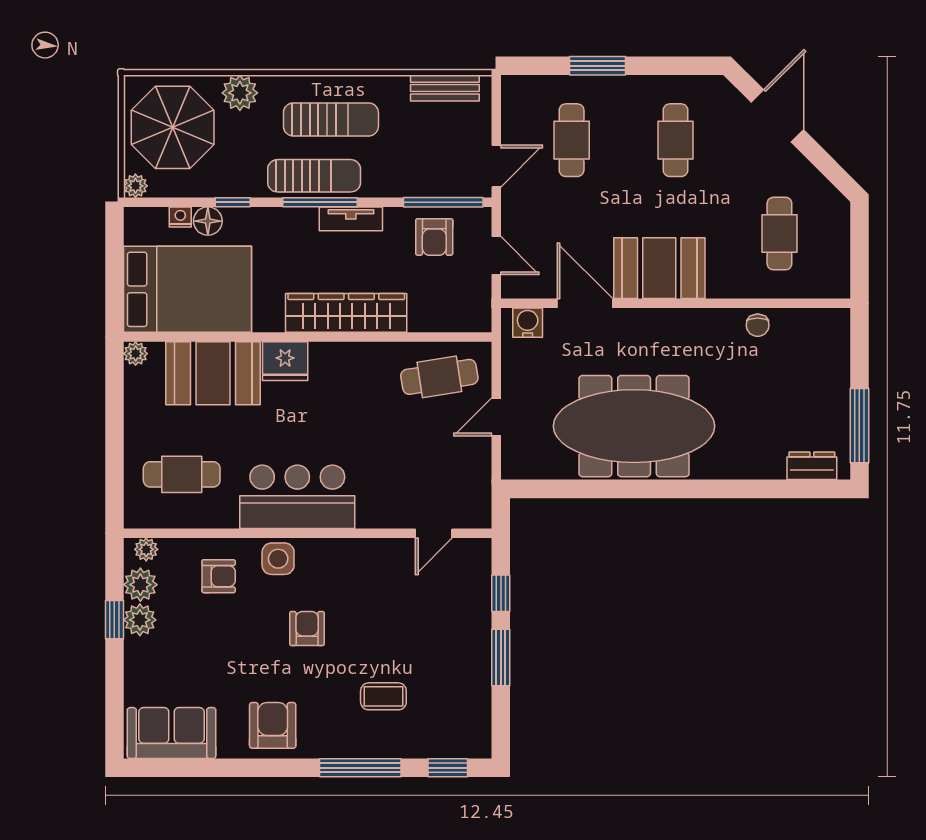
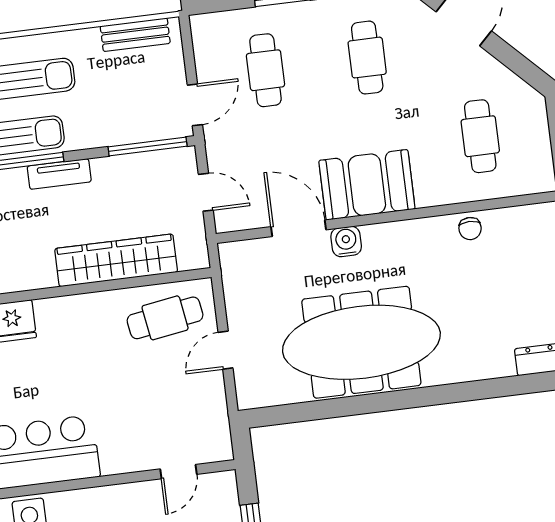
armchair: (434, 237) -> (143, 182), removed
wardrobe: (346, 313) -> (116, 260), moved
water cooler: (528, 323) -> (346, 242), moved

